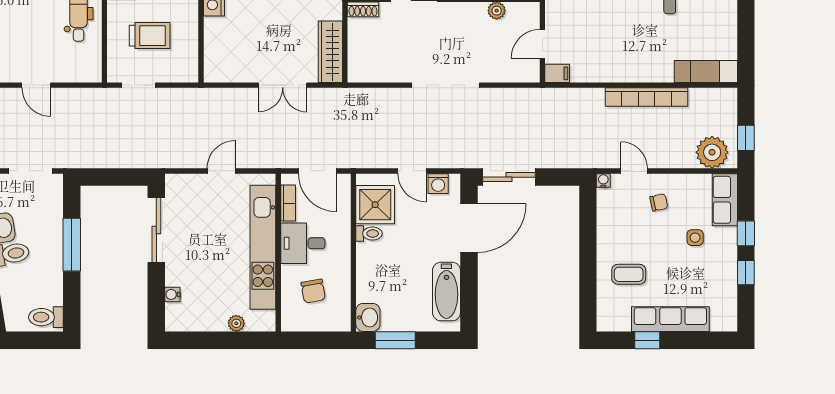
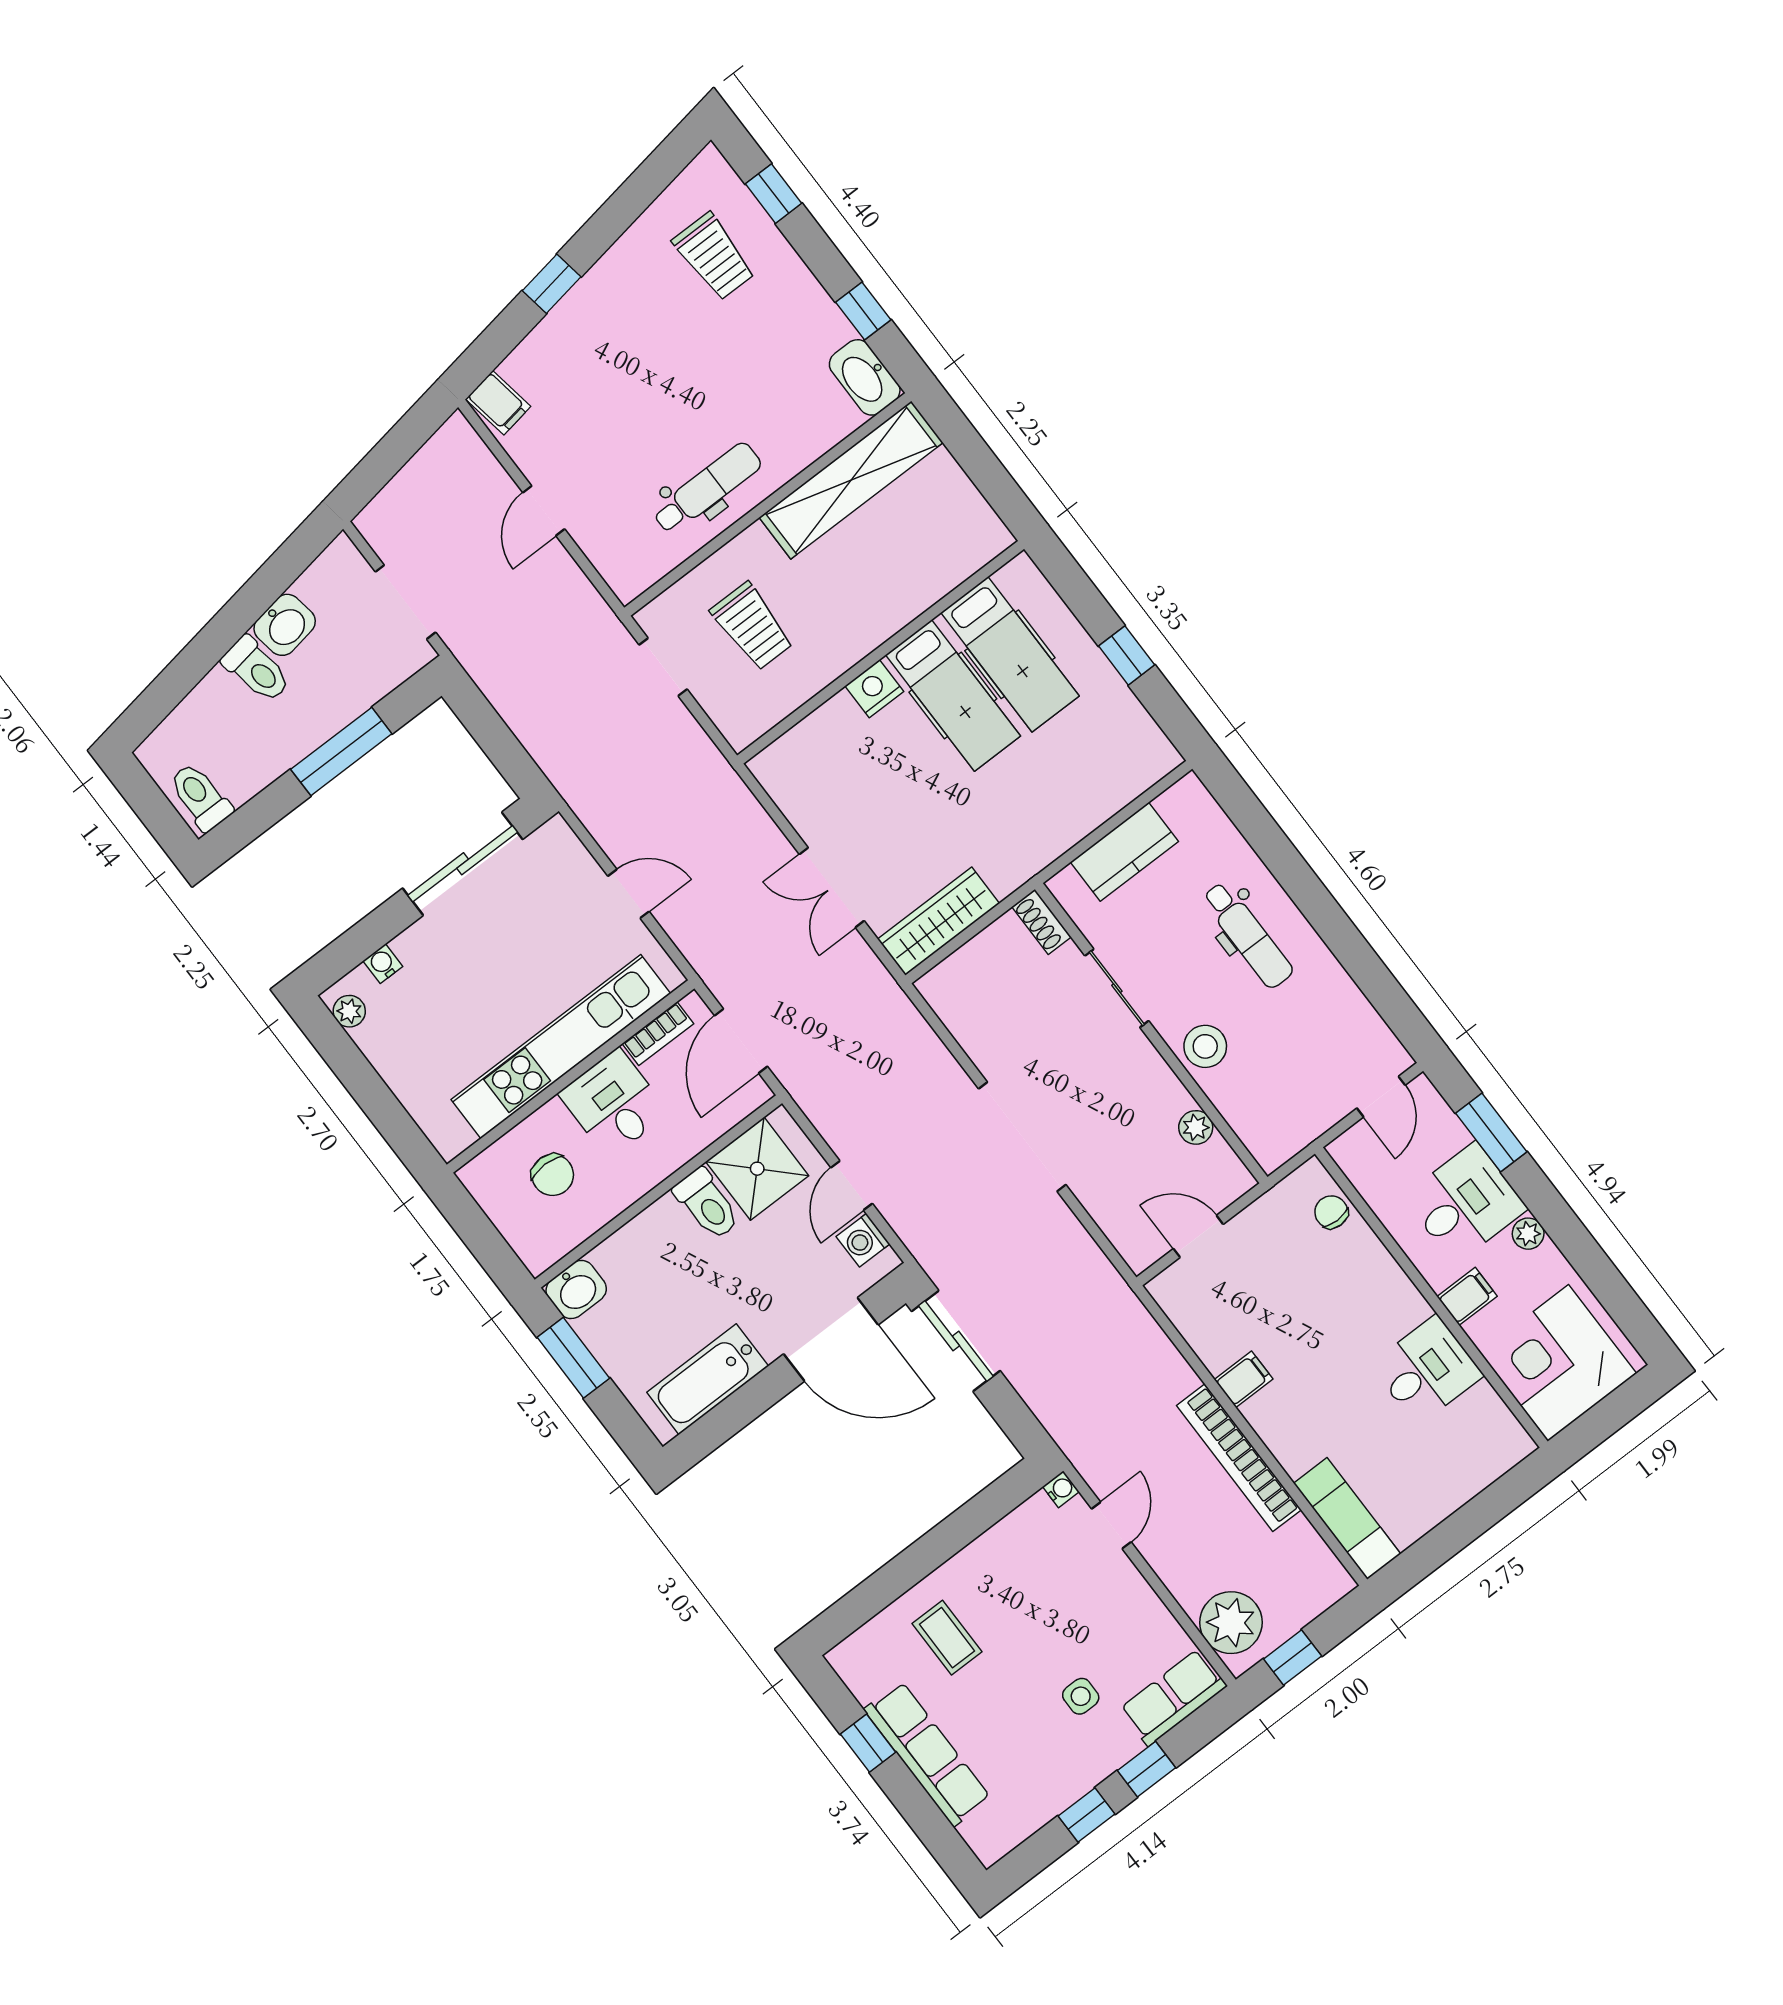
filing cabinet: (557, 73) -> (1244, 1379), moved, turned -90
chair: (659, 202) -> (1092, 1600), removed
toilet: (369, 234) -> (707, 1204), width x1.37, depth x1.39
chair: (313, 291) -> (553, 1175), turned -80
plant: (236, 323) -> (349, 1011), moved

